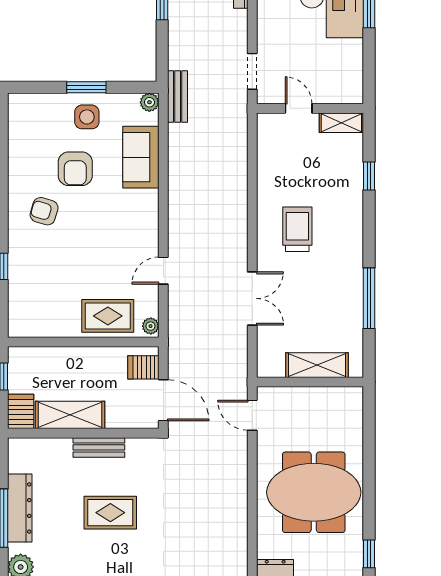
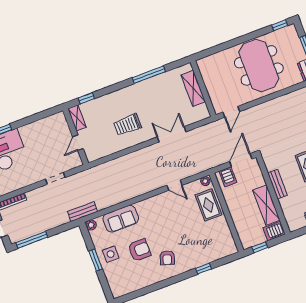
door: (299, 108) -> (78, 143), moved
wall: (310, 108) -> (76, 137), moved
shelving: (341, 123) -> (77, 118), moved

